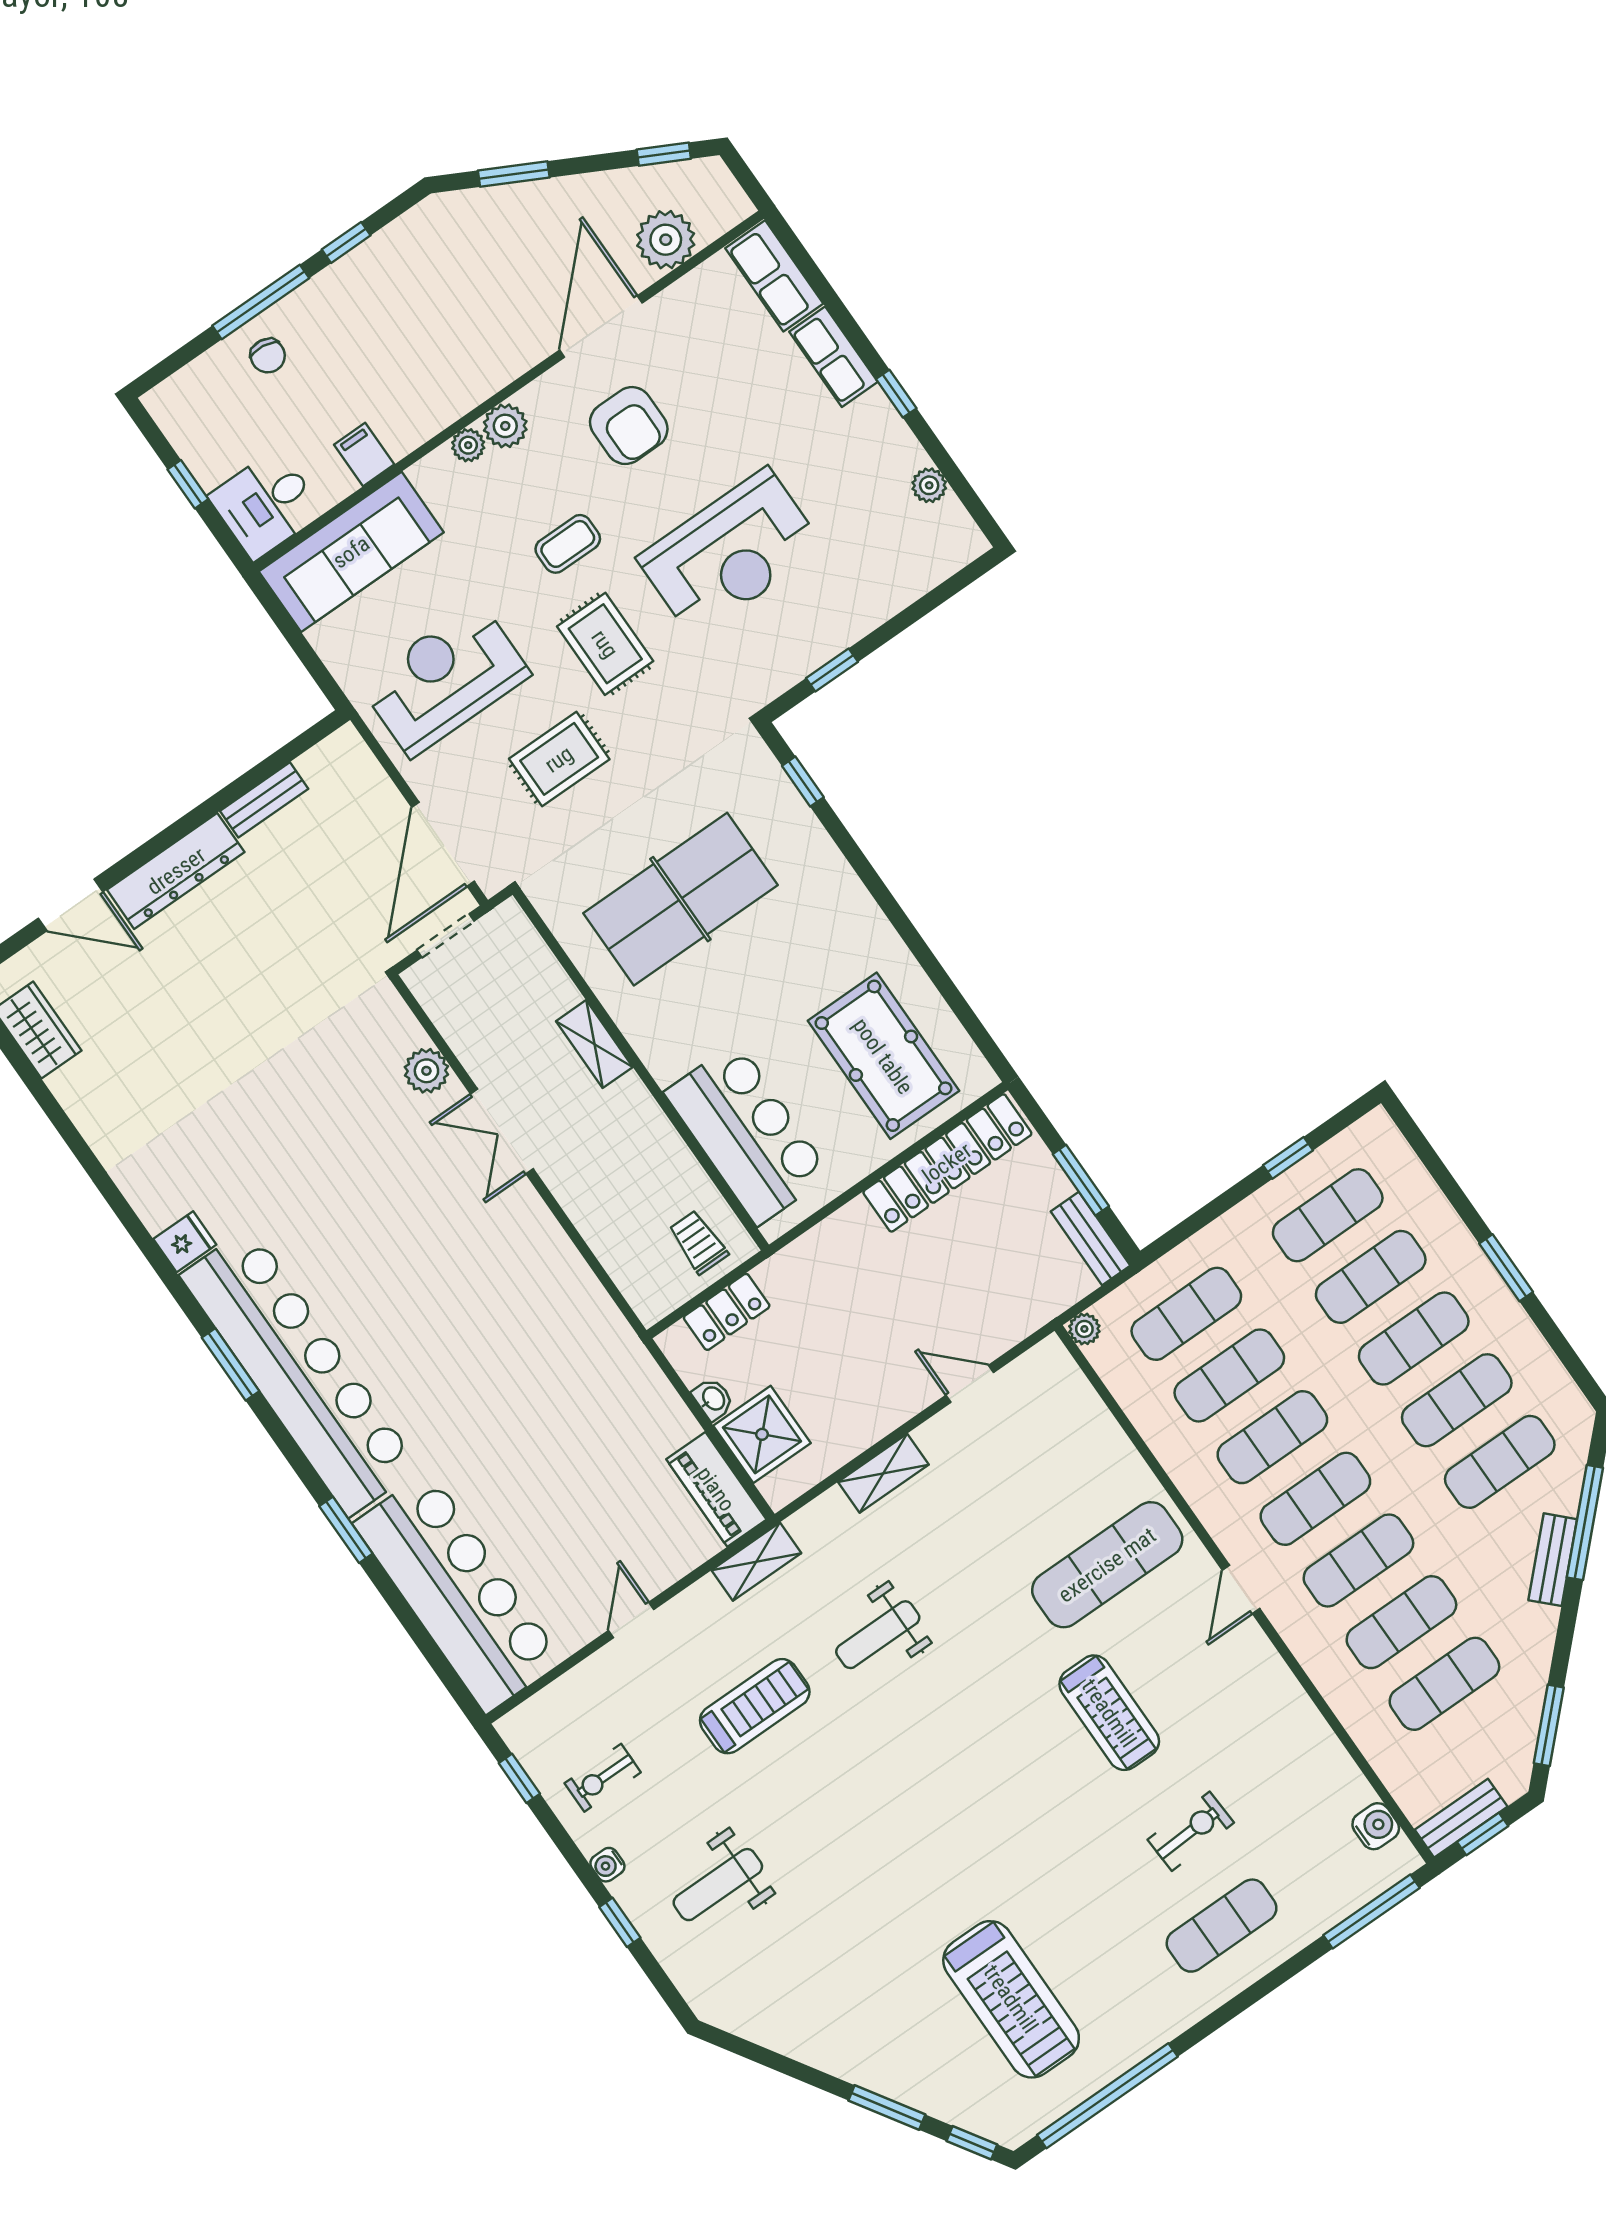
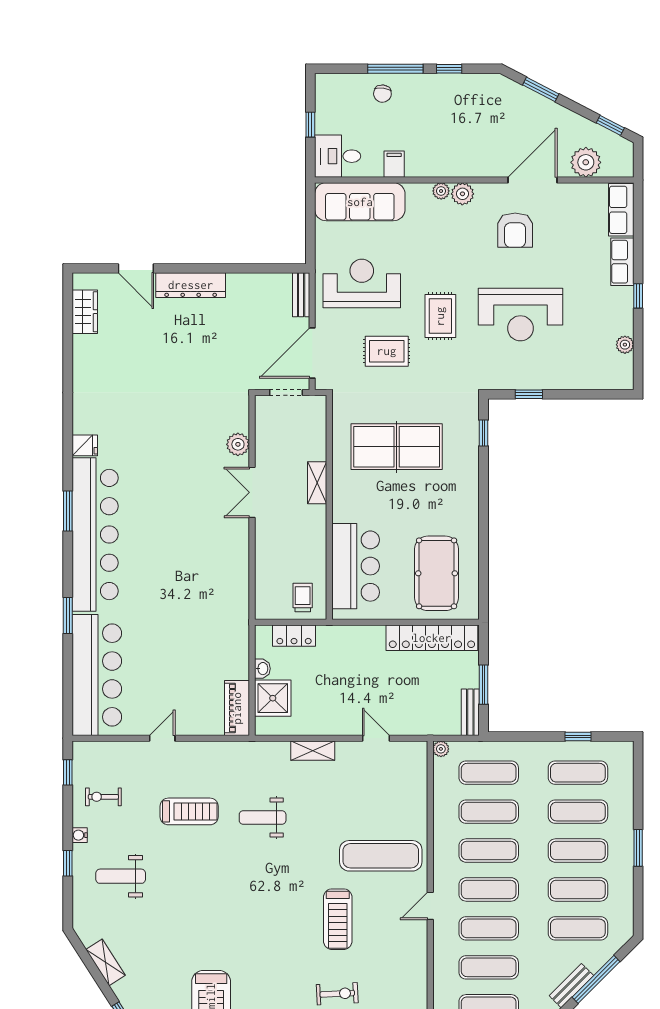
coffee table: (568, 544) -> (454, 262), removed
bench: (264, 800) -> (301, 295), moved, turned 90
shelving: (756, 1562) -> (106, 962), moved, turned 57

